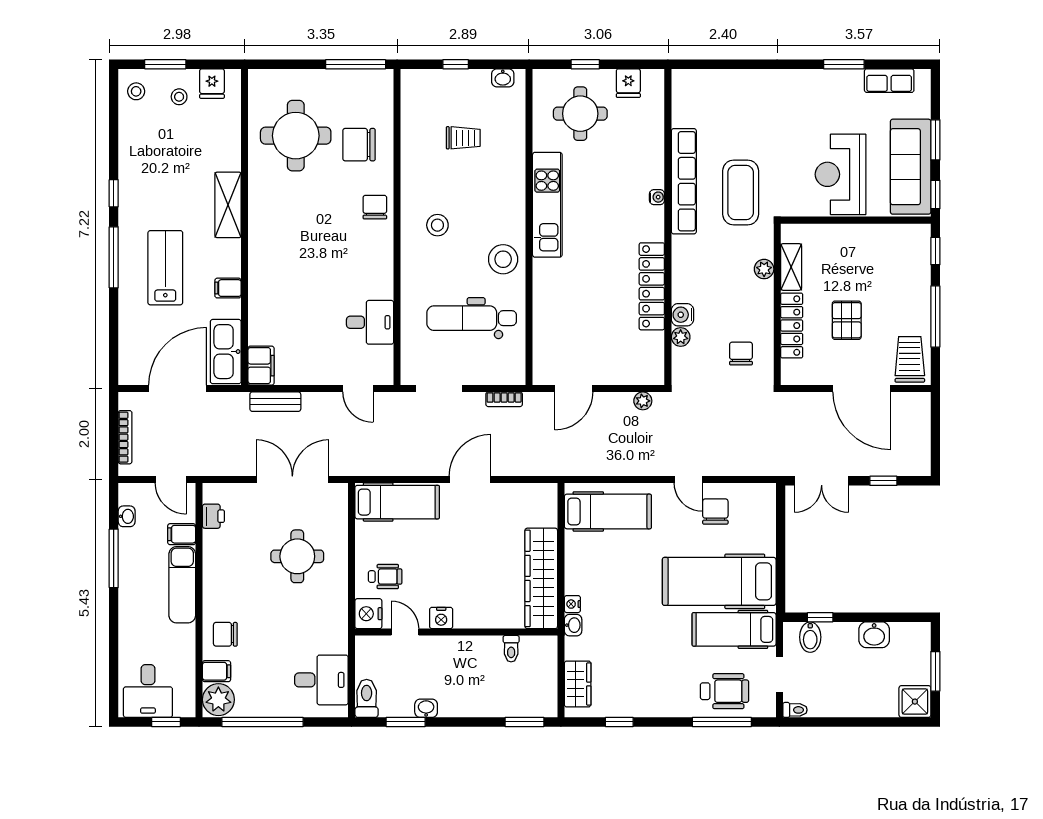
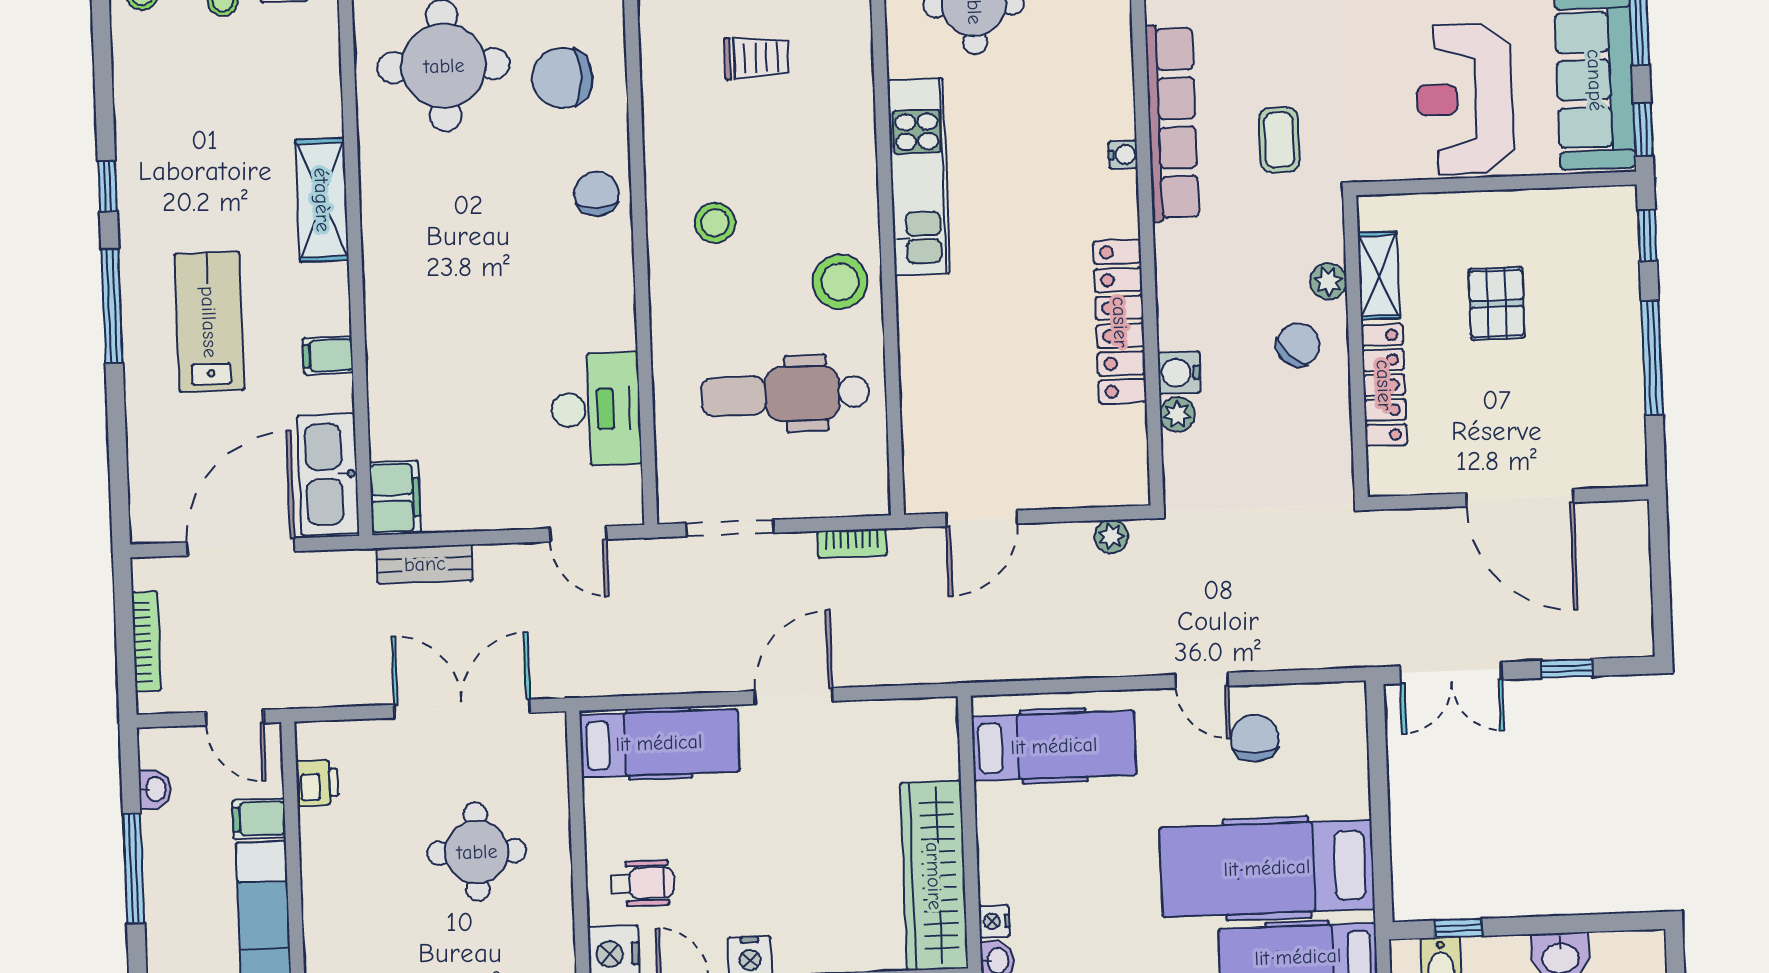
coffee table: (741, 192) -> (1279, 140), width x0.54, depth x0.58
pallet: (847, 320) -> (1497, 303), moved
desk: (370, 322) -> (596, 409), width x1.37
chair: (741, 354) -> (1298, 345), moved, turned 44
trolley: (910, 359) -> (1607, 440), removed

